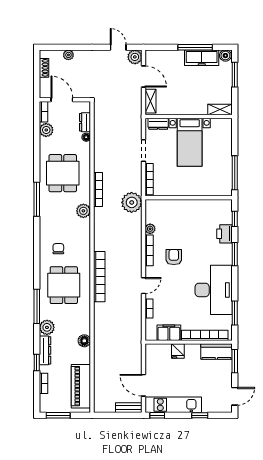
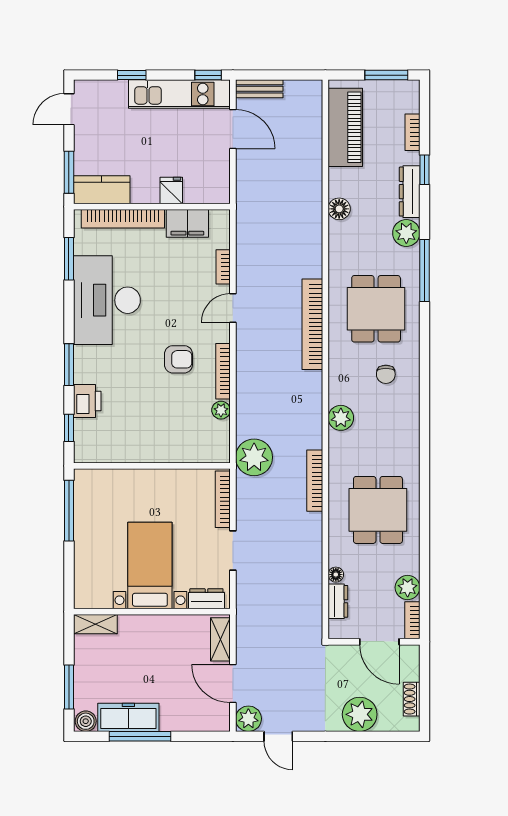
plant: (68, 55) -> (360, 714), width x1.88, depth x1.88
window: (37, 199) -> (424, 463), removed
plant: (83, 211) -> (341, 418), moved
armchair: (174, 257) -> (178, 359), turned -90

